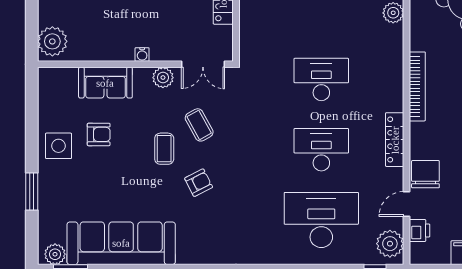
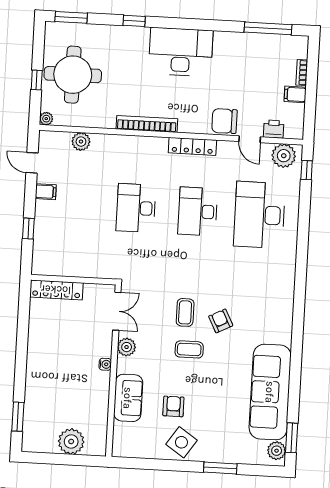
plant: (52, 41) -> (71, 442), moved
coffee table: (199, 125) -> (185, 312), moved, turned -61
side table: (59, 146) -> (181, 442), turned 34

